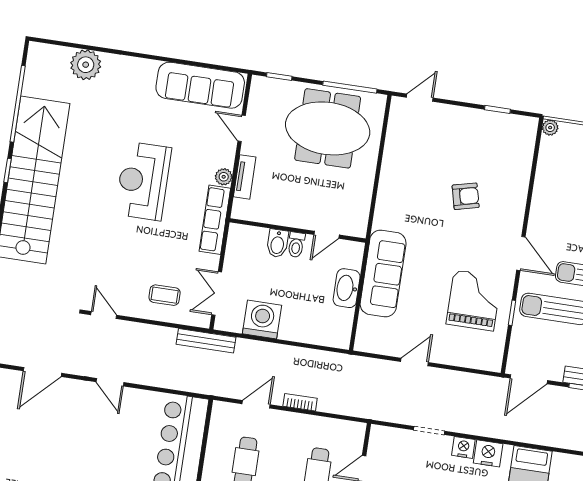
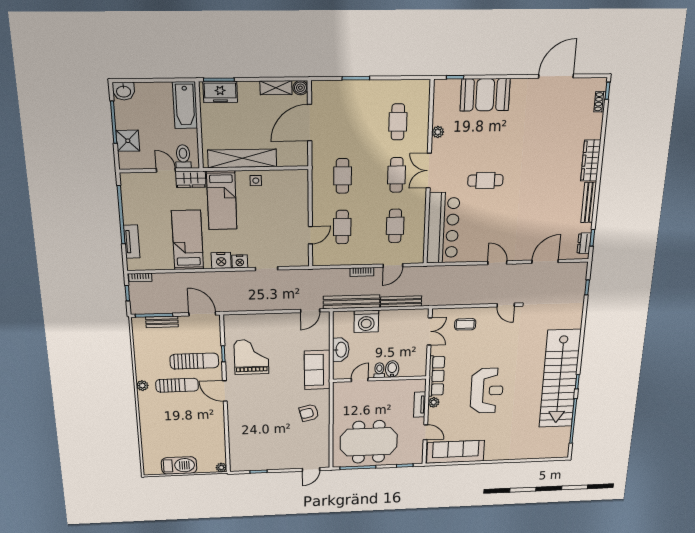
plant: (86, 65) -> (531, 450), removed
armchair: (466, 196) -> (309, 413), moved
sofa: (383, 273) -> (317, 370), width x0.73
grand piano: (474, 300) -> (251, 357), turned 180
washing machine: (262, 319) -> (366, 321), moved
bench: (206, 341) -> (401, 301), moved
bench: (321, 360) -> (352, 302), added
door: (414, 362) -> (310, 311), moved
door: (529, 379) -> (202, 314), hinge flipped

